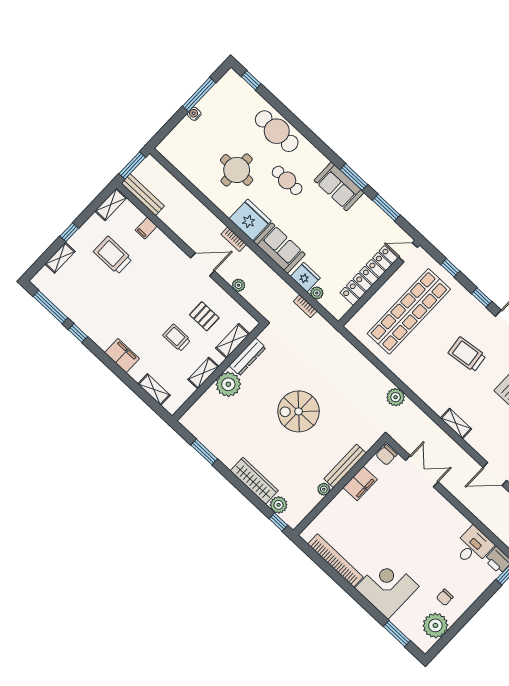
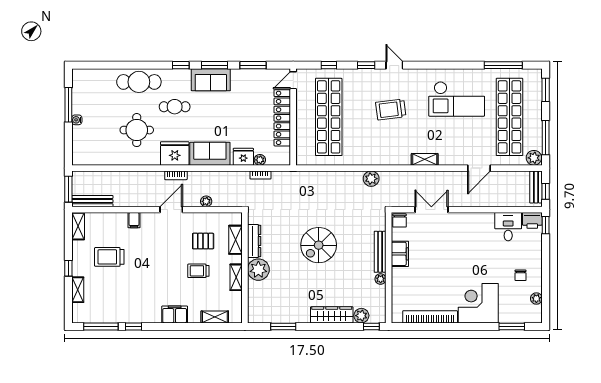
window: (251, 80) -> (181, 65), moved
filing cabinet: (146, 228) -> (134, 220), moved
plant: (435, 625) -> (536, 298), width x0.53, depth x0.53

